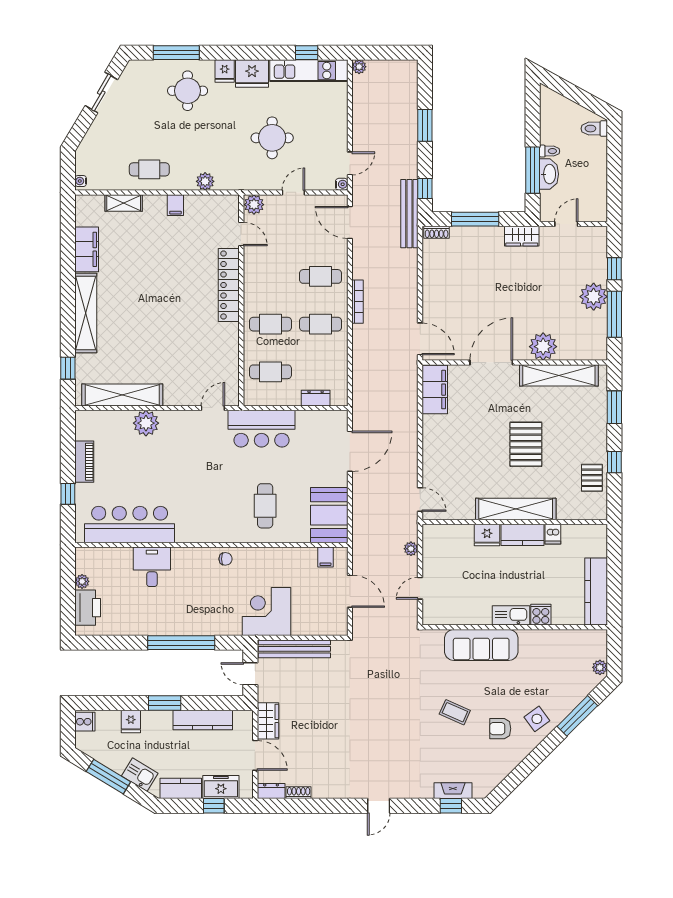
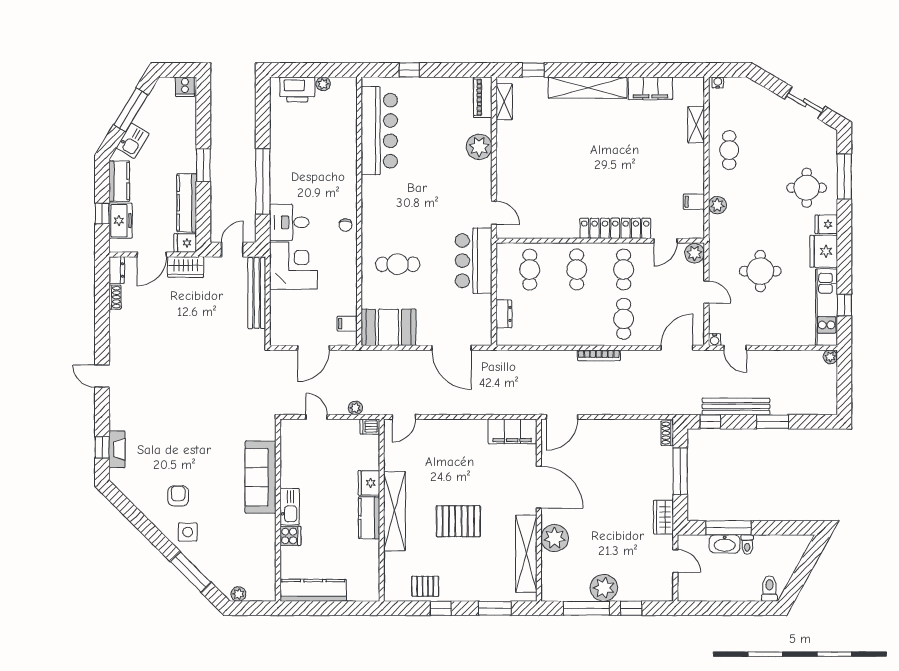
filing cabinet: (175, 205) -> (694, 202), moved
bench: (409, 214) -> (736, 406), moved
cafe table: (321, 324) -> (624, 270), moved
shelving: (122, 395) -> (504, 102), width x0.45, depth x0.75
piano: (84, 462) -> (483, 97), moved, turned 90
dishwasher: (553, 534) -> (370, 427), moved
desk: (152, 567) -> (289, 222), moved, turned 180
coffee table: (455, 712) -> (194, 451), removed
side table: (537, 719) -> (188, 532), turned 36
fridge: (131, 721) -> (185, 243), moved

